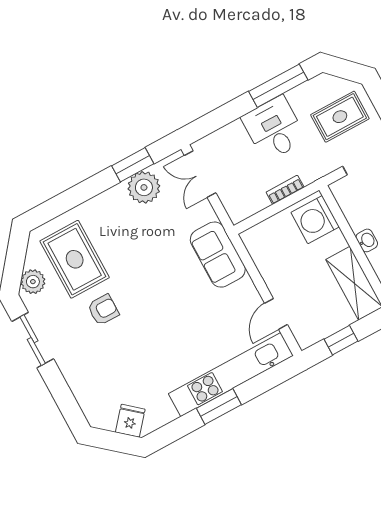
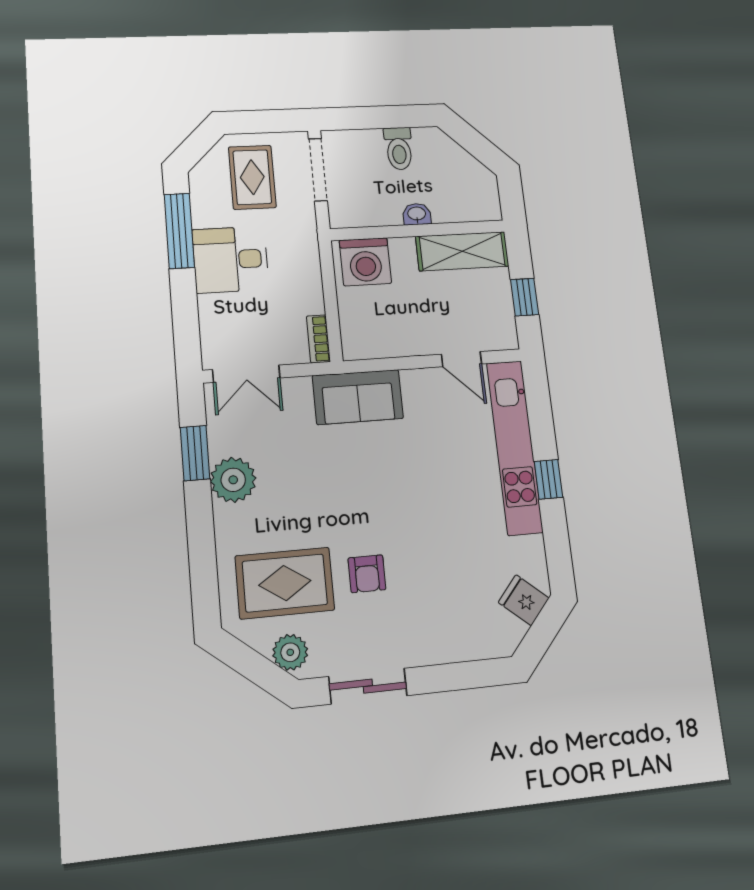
plant: (144, 187) -> (233, 480), moved
bookcase: (285, 190) -> (318, 339), moved
armchair: (103, 310) -> (367, 574), turned 180
window: (219, 406) -> (548, 479), width x0.67

